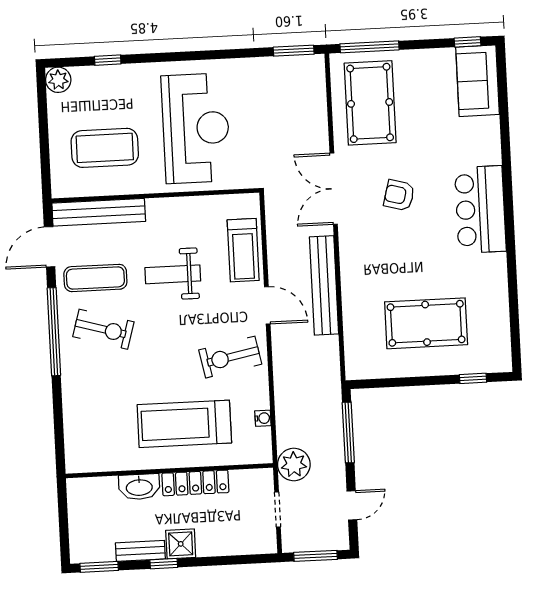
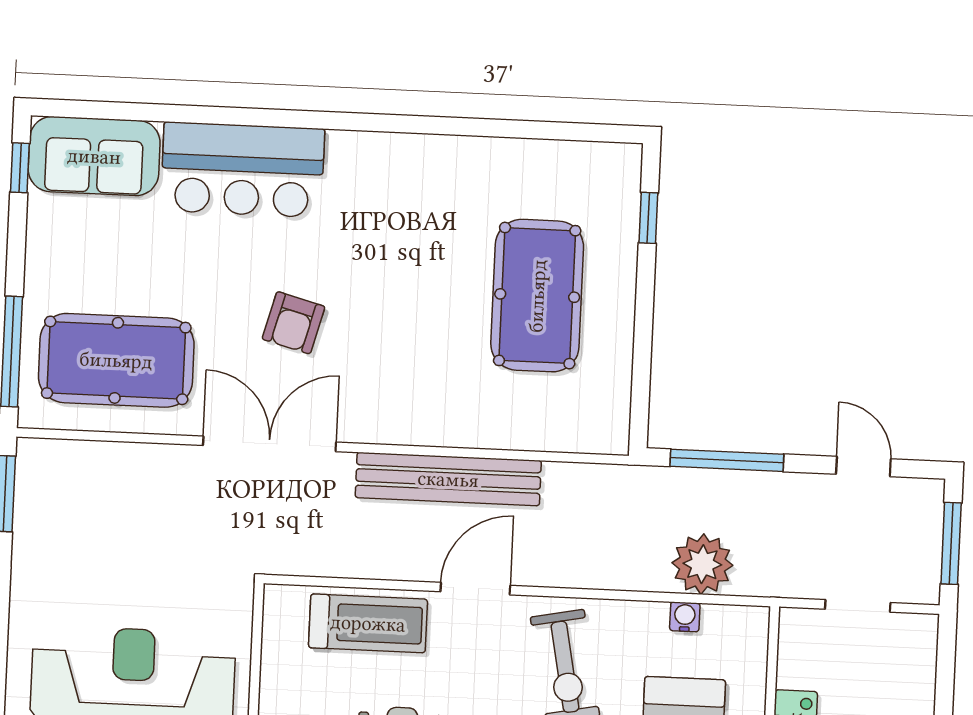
double door: (334, 189) -> (270, 444), swing flipped
bar counter: (480, 209) -> (243, 170), moved
plant: (294, 465) -> (702, 564), moved

